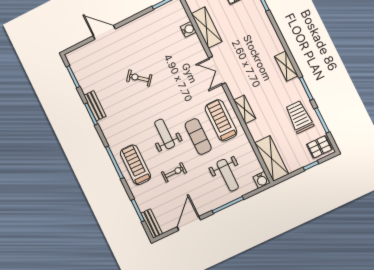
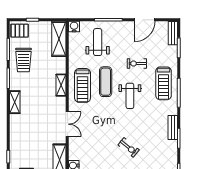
bench: (95, 106) -> (173, 127), moved

